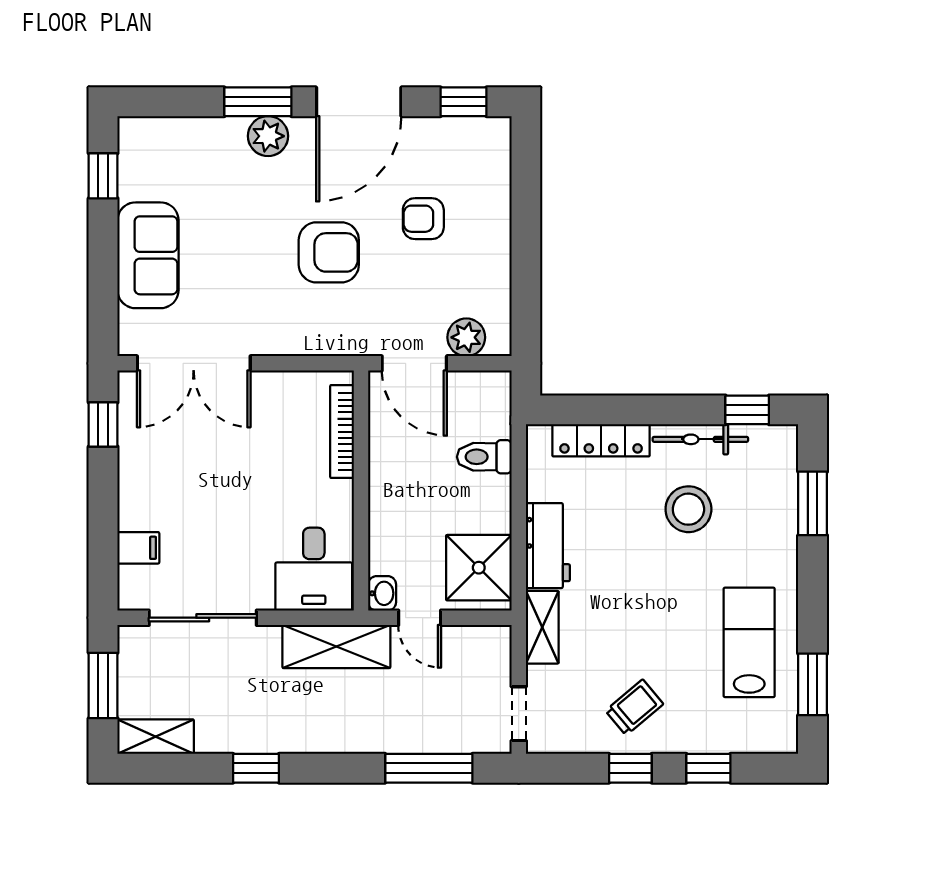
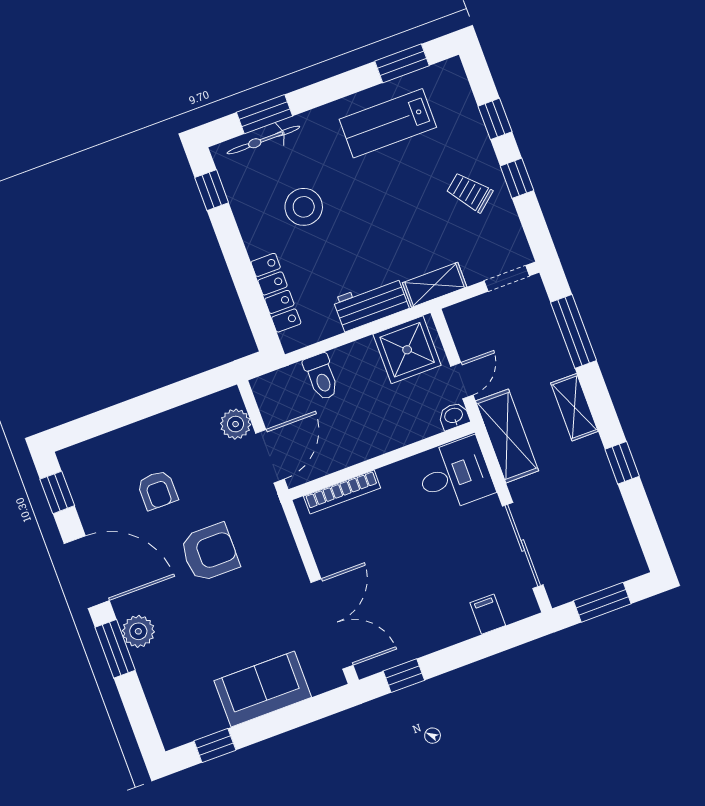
armchair: (329, 252) -> (210, 552), turned 90
bicycle: (700, 439) -> (263, 140), moved, turned 90
shelving: (156, 737) -> (574, 407), moved

